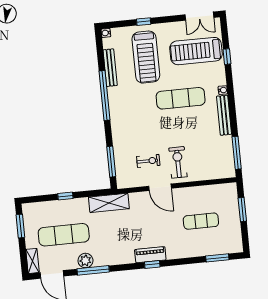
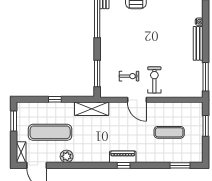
exercise mat: (181, 98) -> (162, 25), removed
window: (93, 270) -> (72, 165), removed

